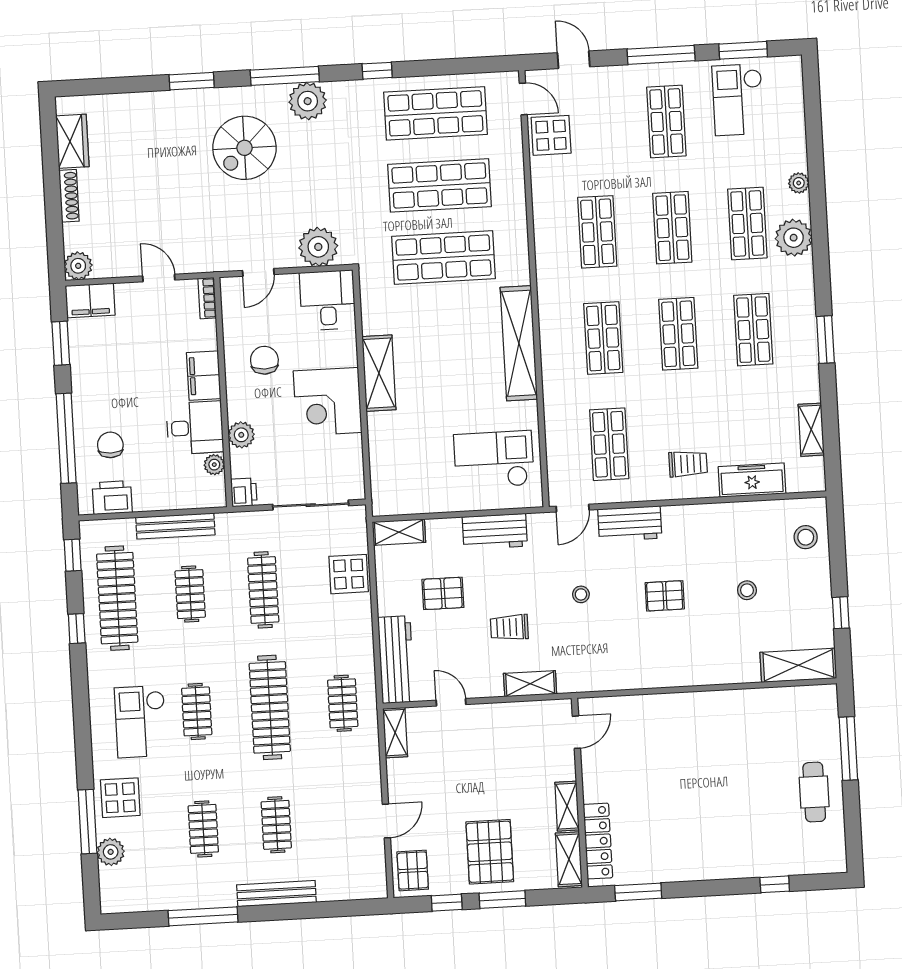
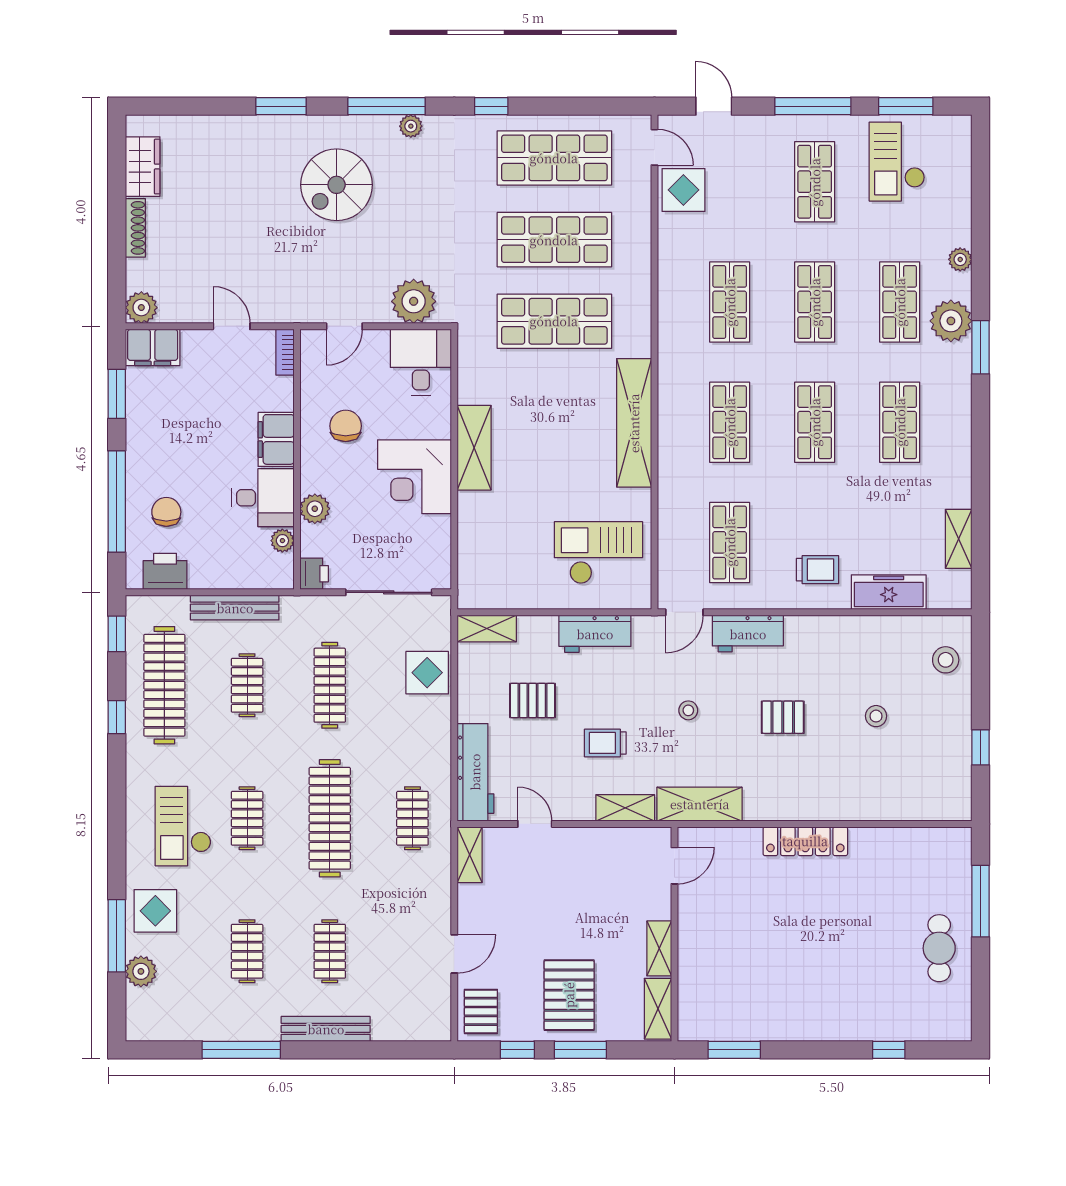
plant: (308, 101) -> (411, 126), width x0.53, depth x0.53
window: (825, 340) -> (980, 347), moved
shelving: (798, 665) -> (700, 804), moved
locker: (598, 841) -> (805, 841), moved, turned 90

